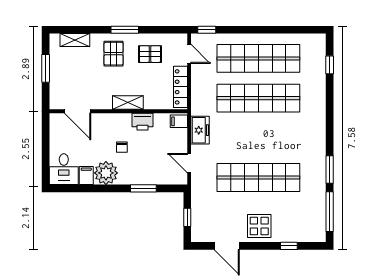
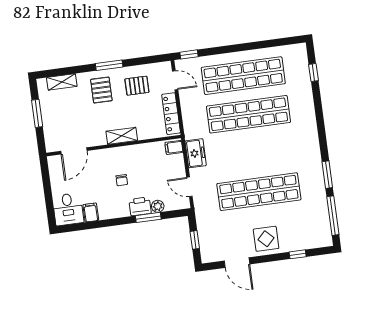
door: (78, 111) -> (74, 151), hinge flipped
printer: (143, 122) -> (140, 206), moved, turned 180
plant: (106, 173) -> (158, 206), moved, width x0.53, depth x0.53

